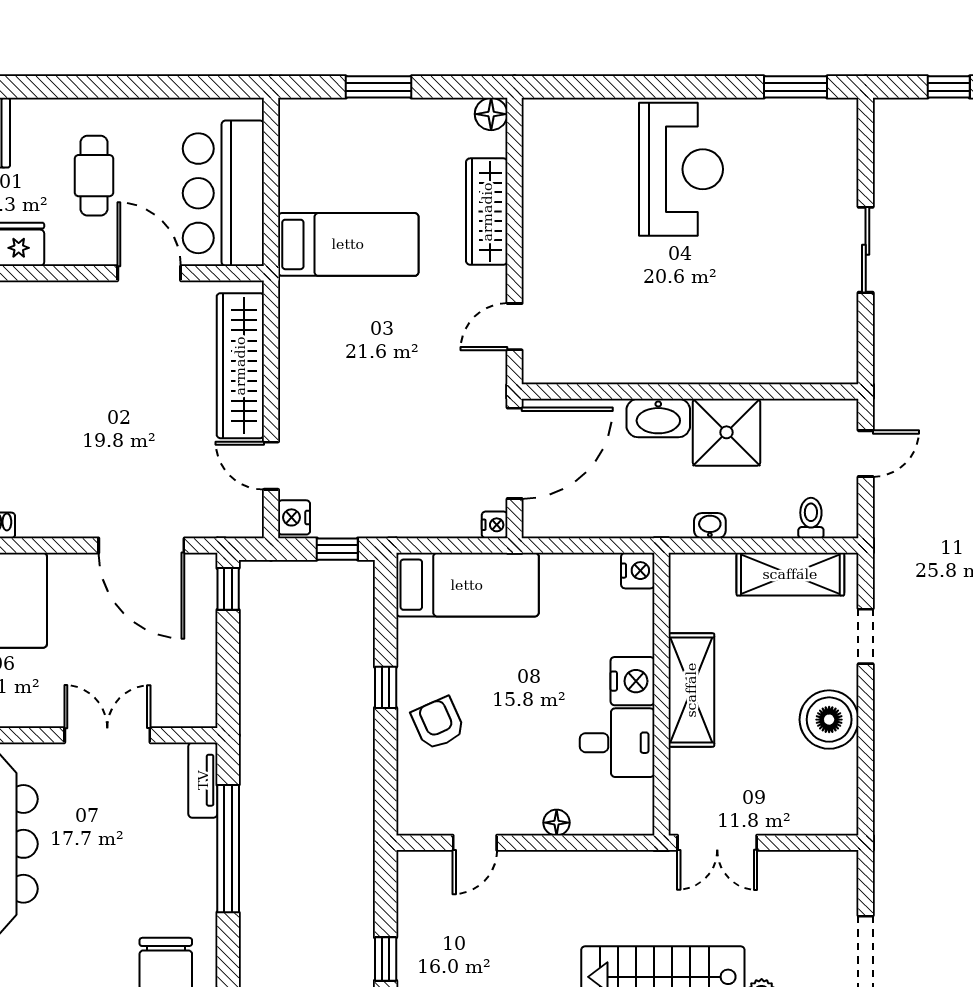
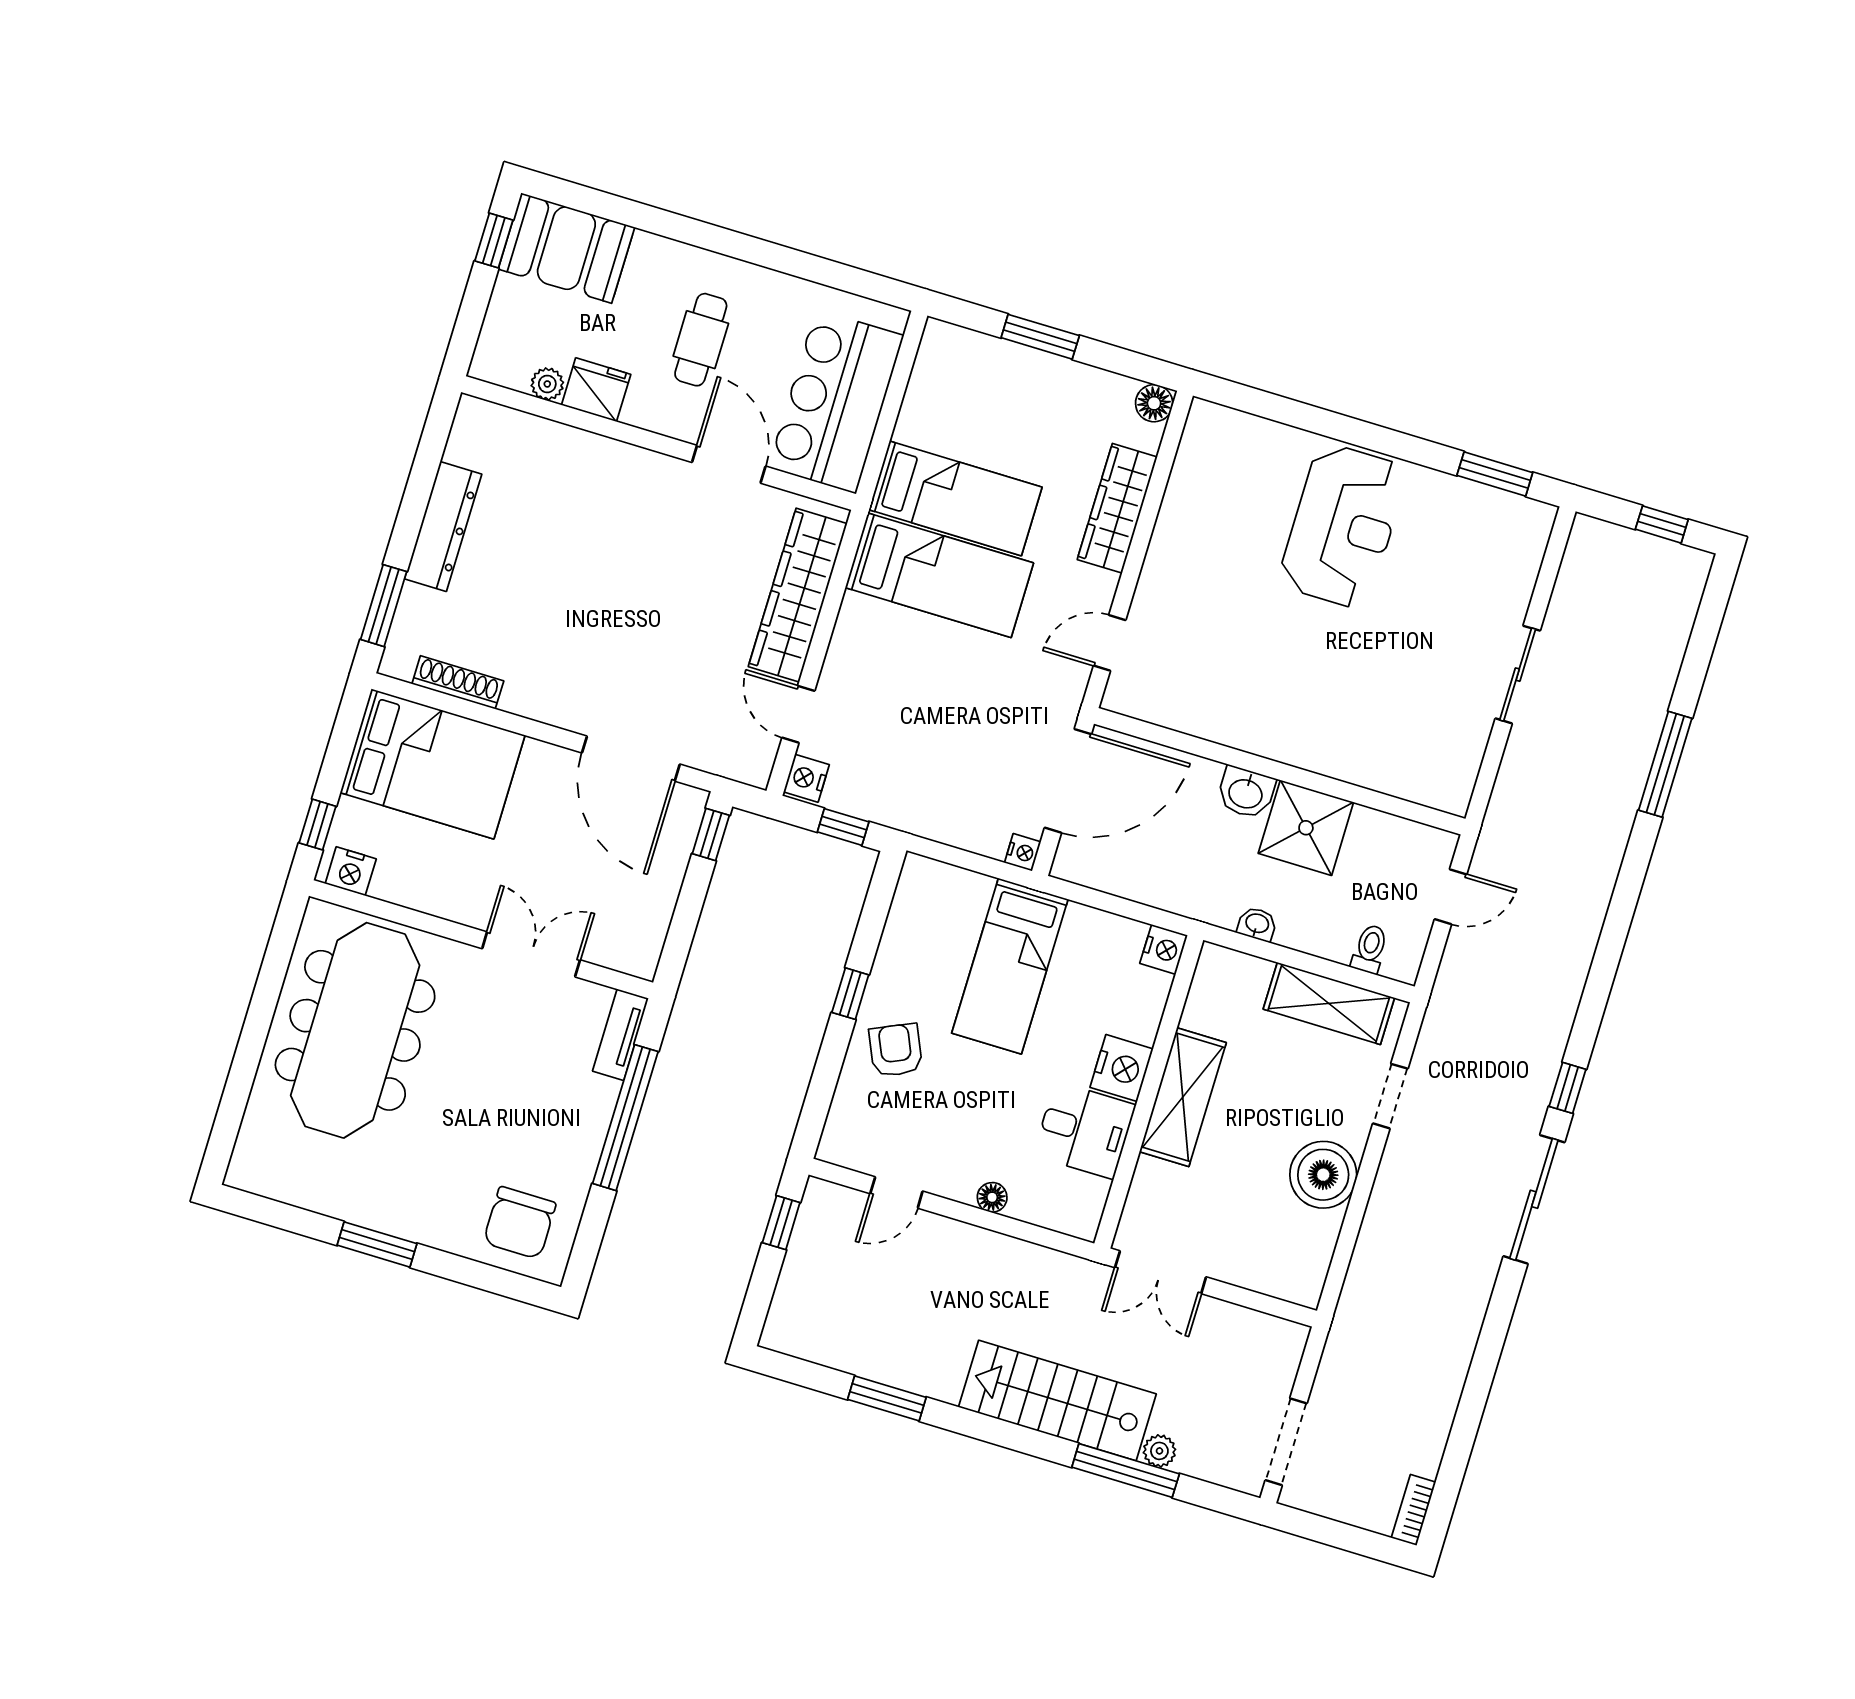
bed: (354, 313) -> (939, 575), added
washbasin: (658, 418) -> (1246, 793), width x0.72
bed: (467, 585) -> (1010, 966), moved, turned 90
window: (386, 959) -> (781, 1223), moved

